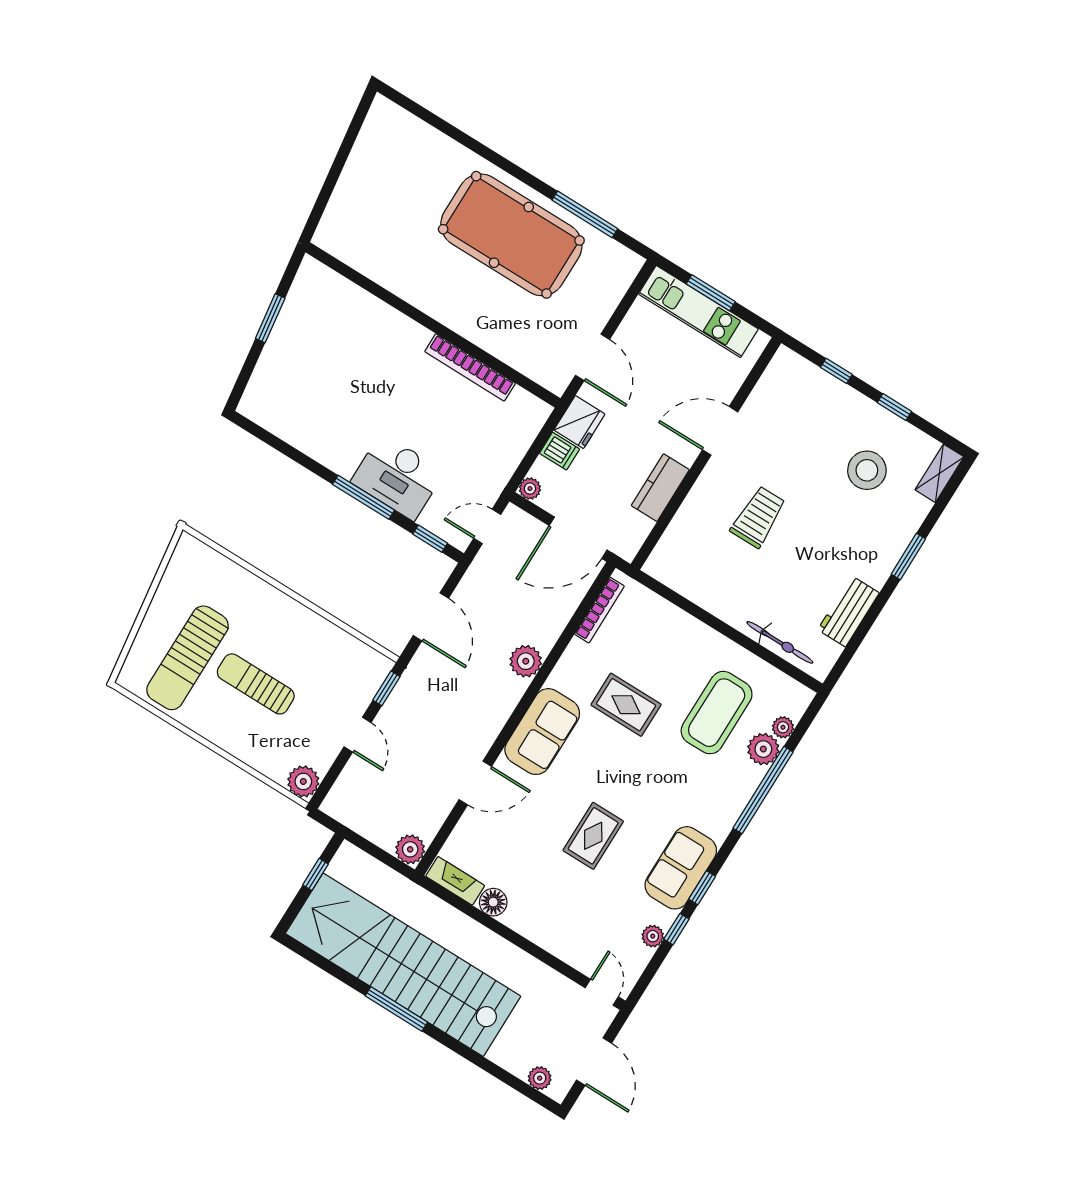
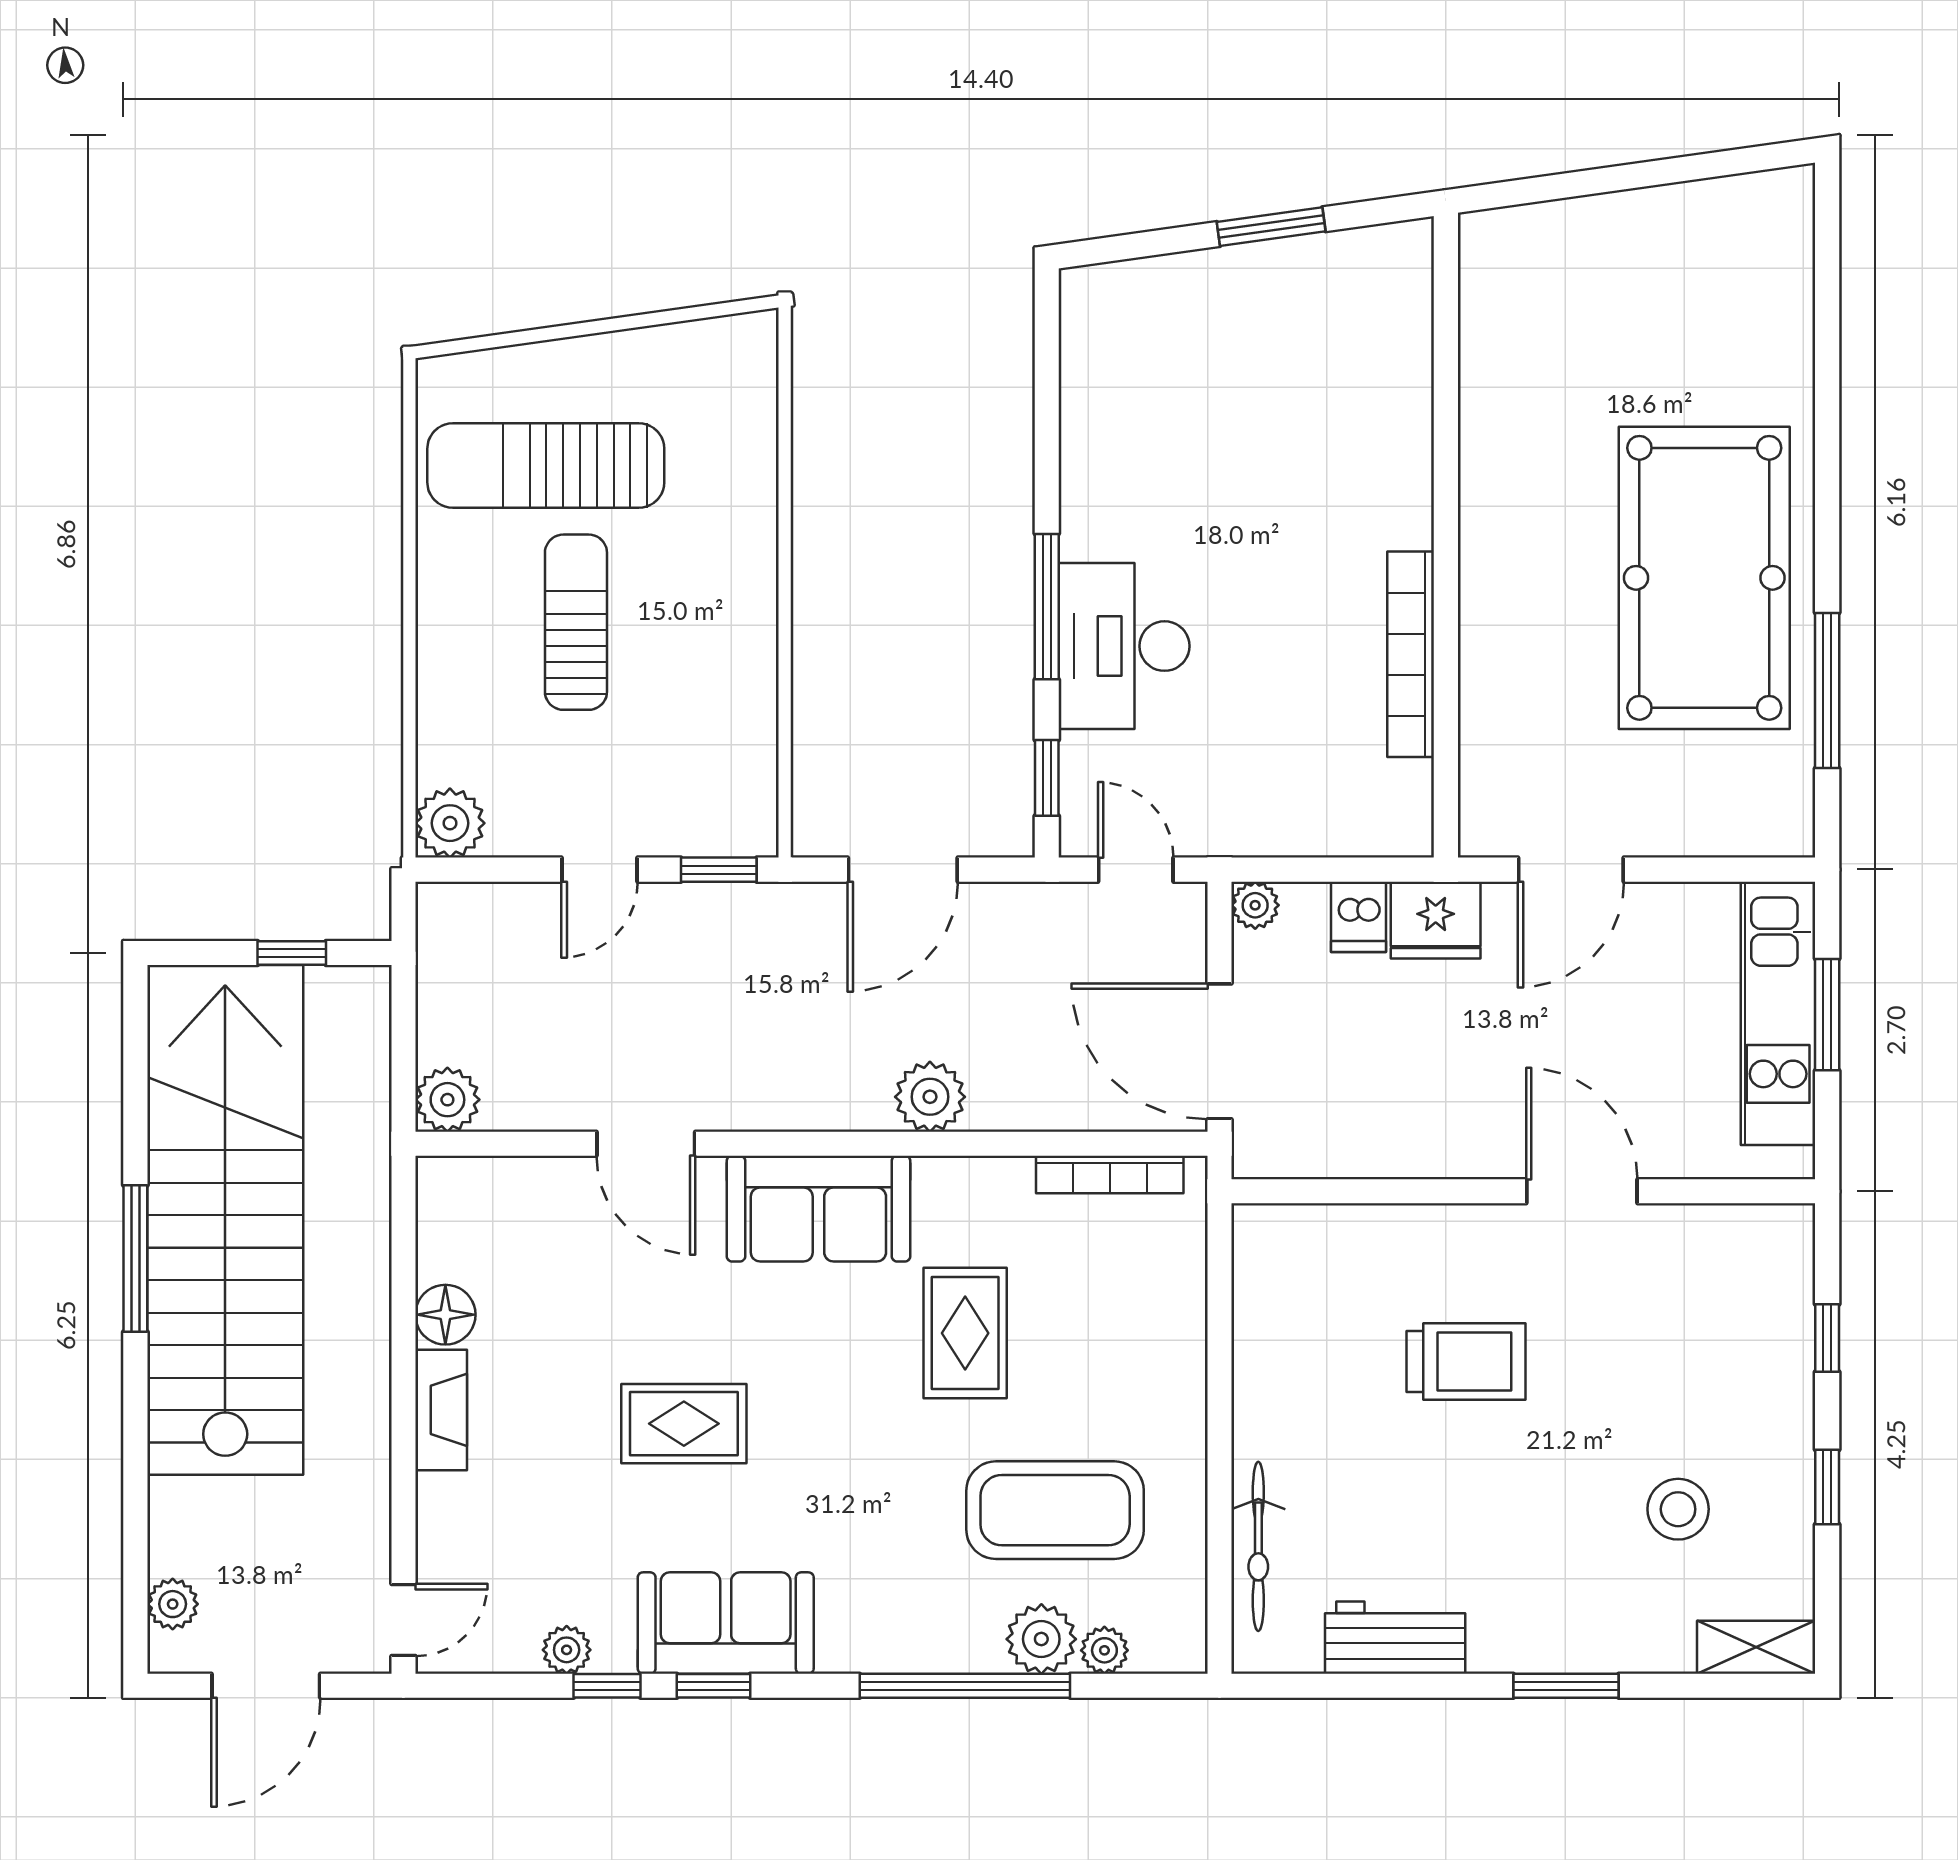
stool: (867, 470) -> (1678, 1509), width x0.73, depth x0.73
kitchen counter: (660, 488) -> (1407, 1146), removed
fireplace: (455, 881) -> (441, 1410), moved

